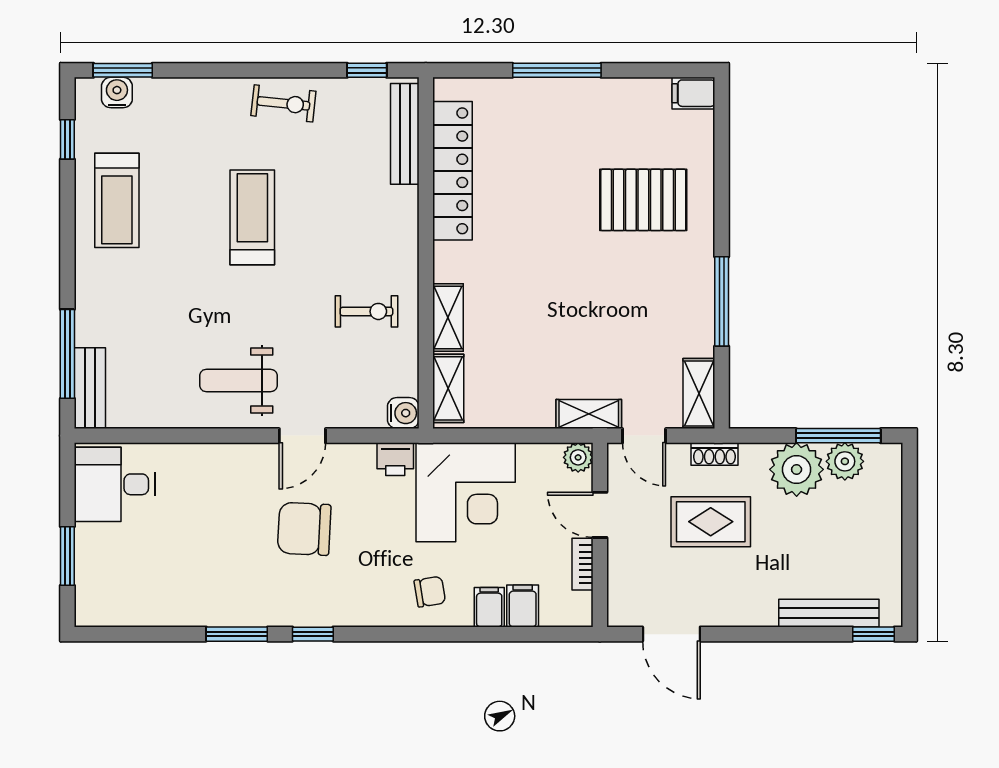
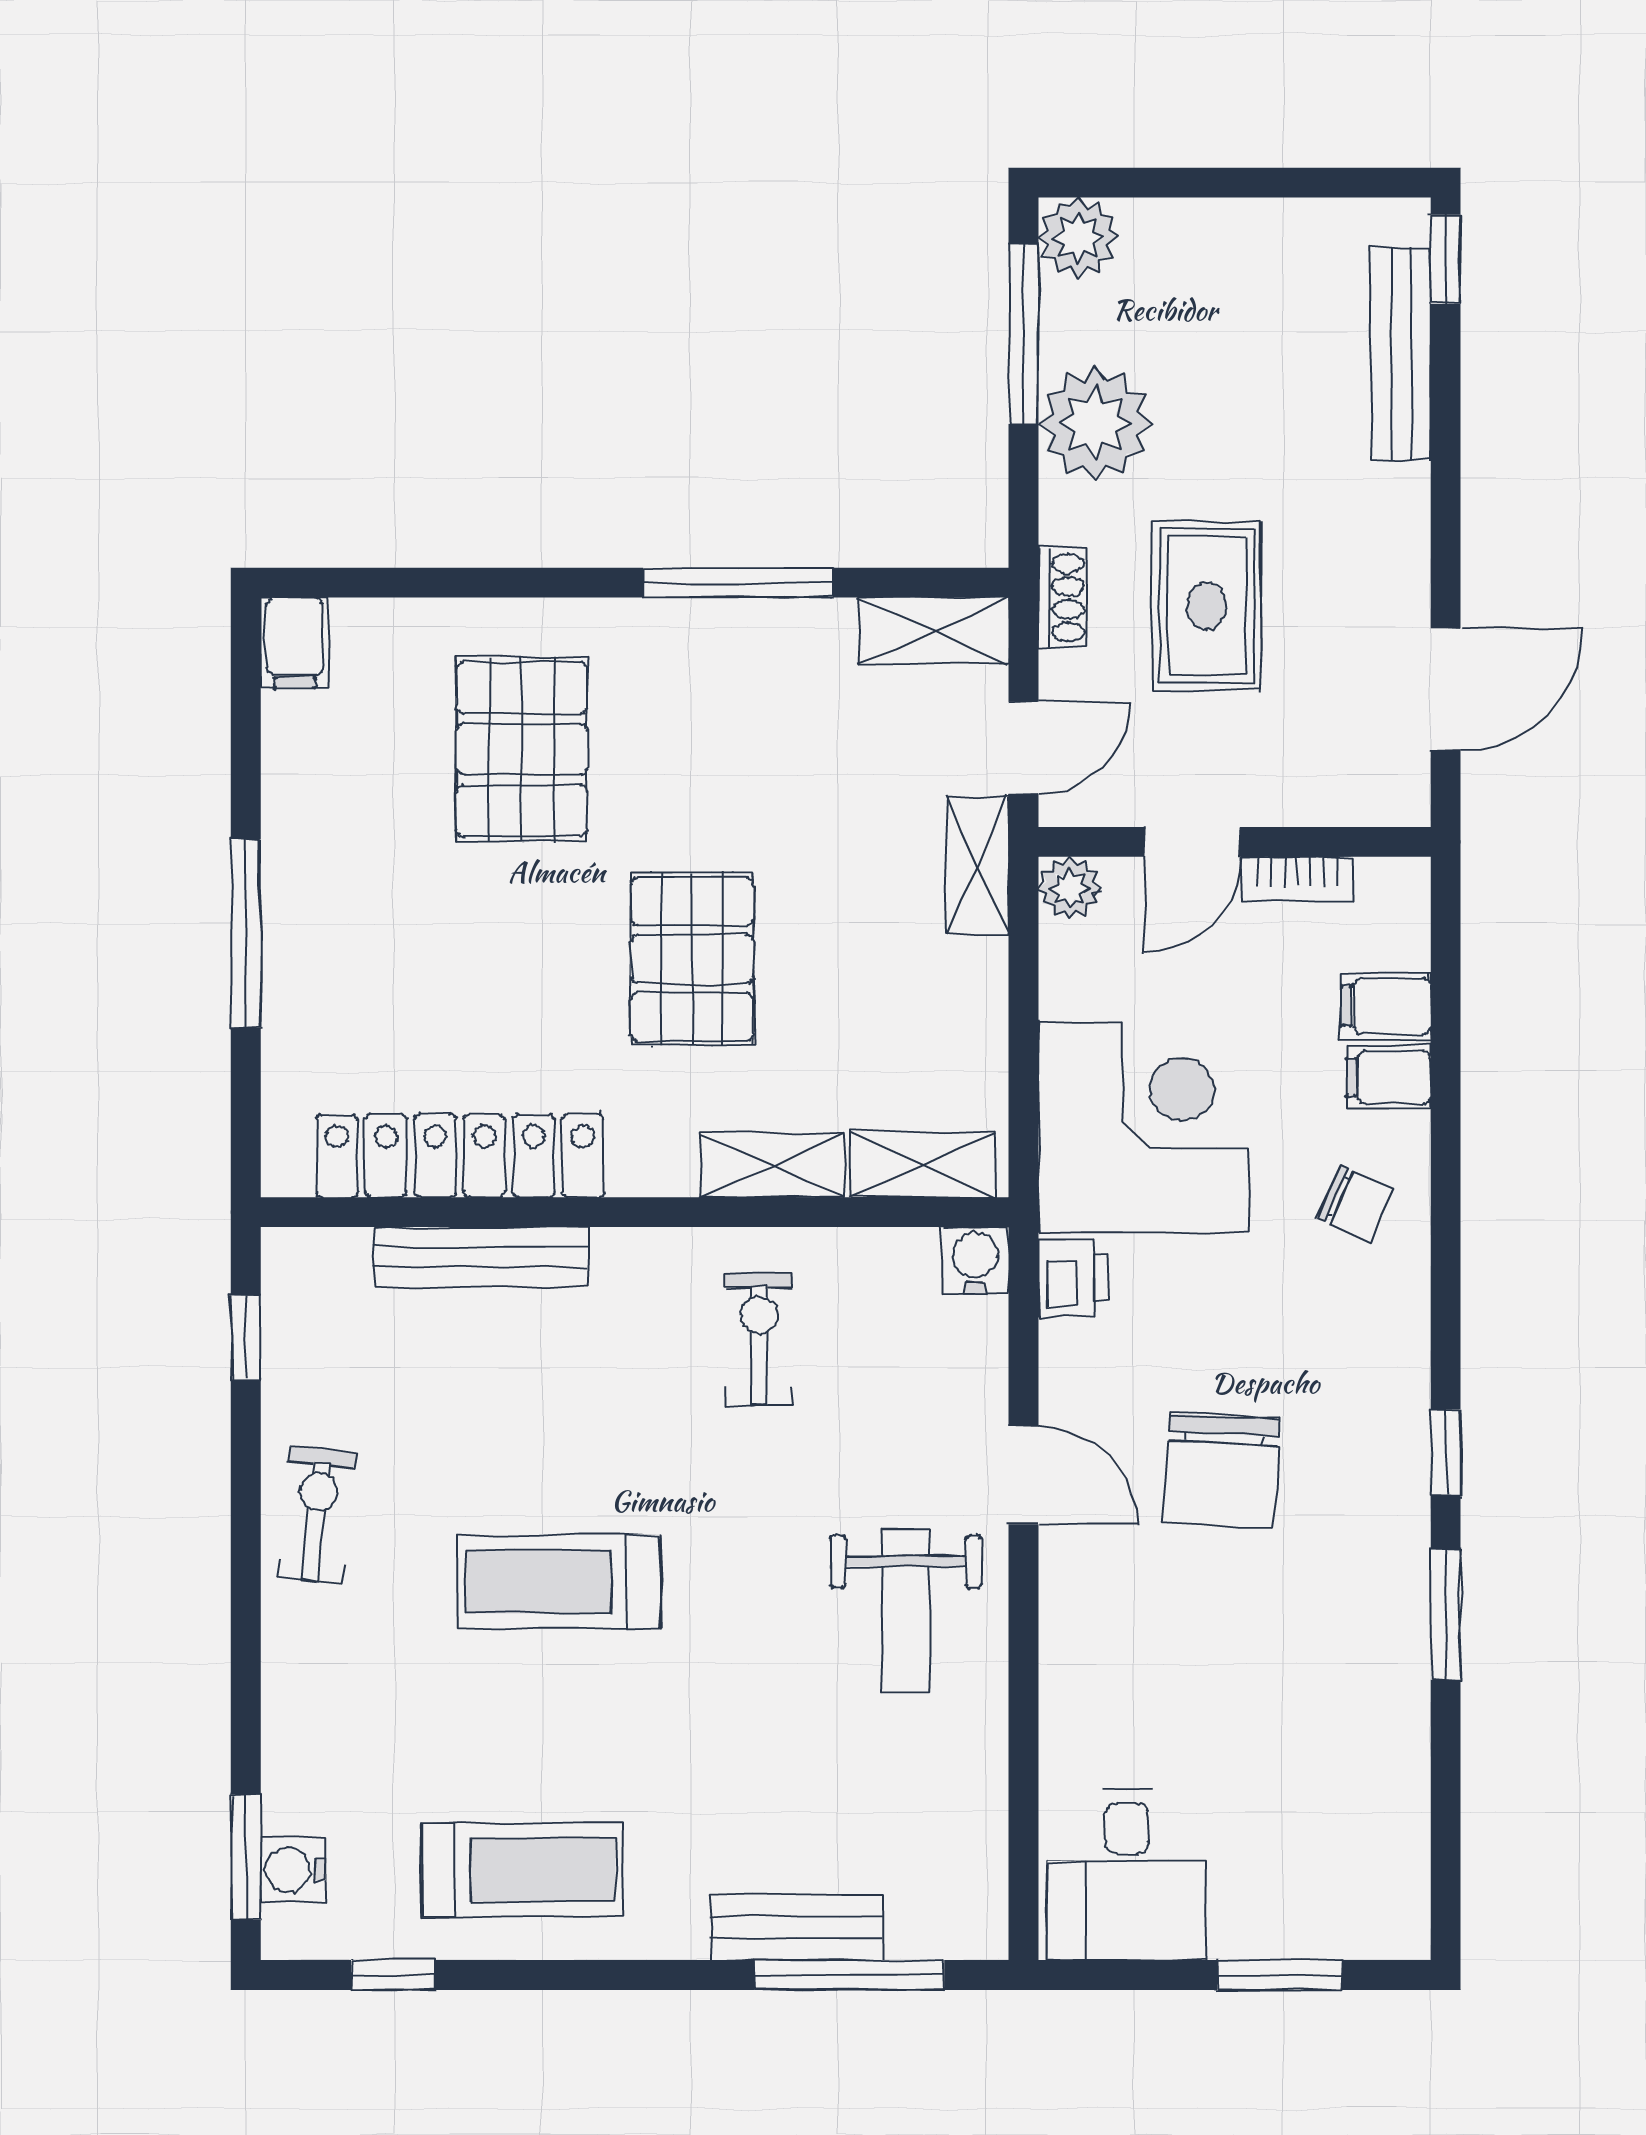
bench: (405, 134) -> (481, 1257), moved
pallet: (545, 280) -> (692, 959), added
bench: (90, 388) -> (797, 1927), moved
plant: (845, 461) -> (1078, 237), moved
chair: (430, 592) -> (1355, 1204), turned 123

